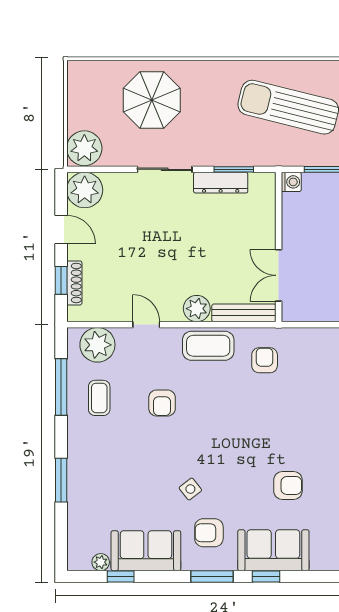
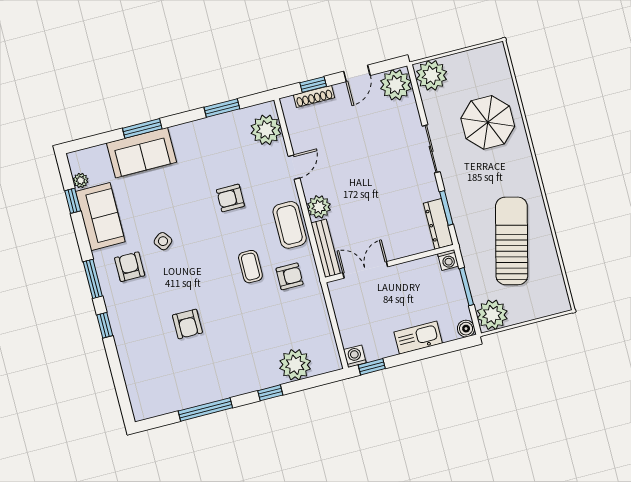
dresser: (221, 183) -> (438, 224), moved
window: (61, 387) -> (222, 108), width x0.69
coffee table: (99, 398) -> (250, 267), moved, turned 90
sofa: (273, 550) -> (142, 153), moved, turned 90

